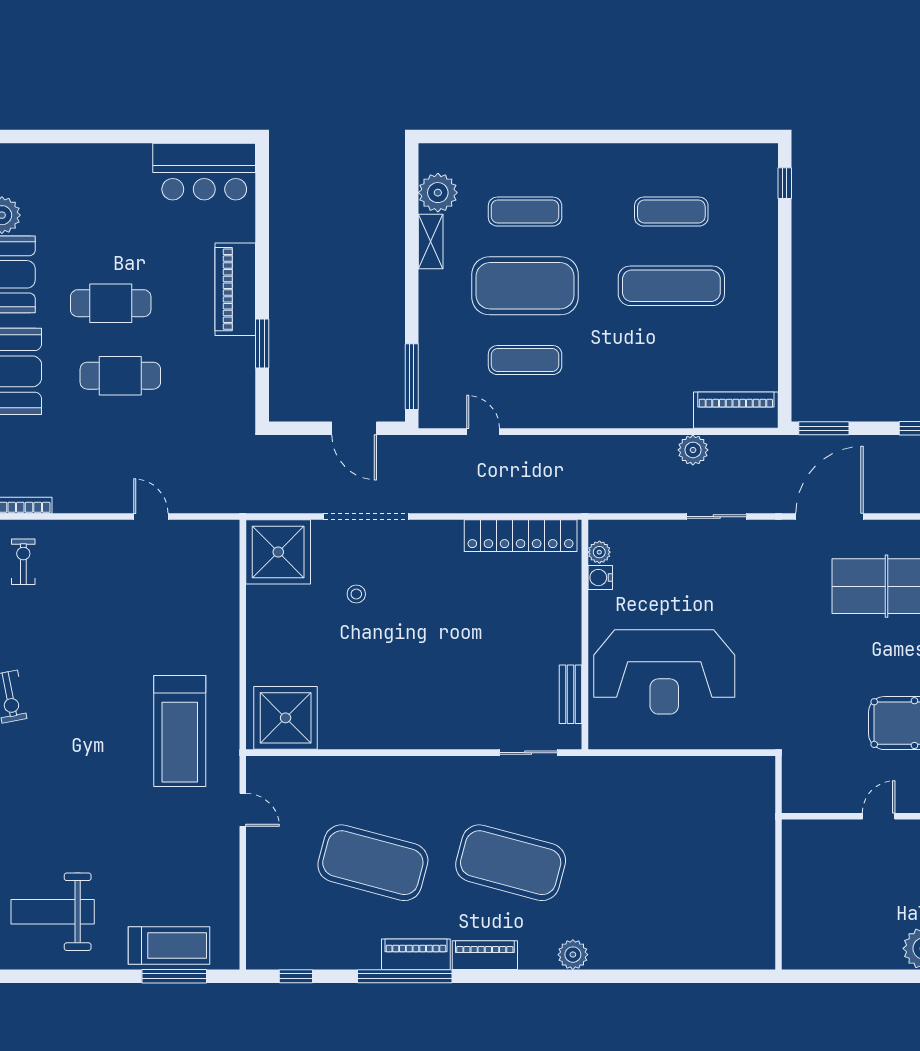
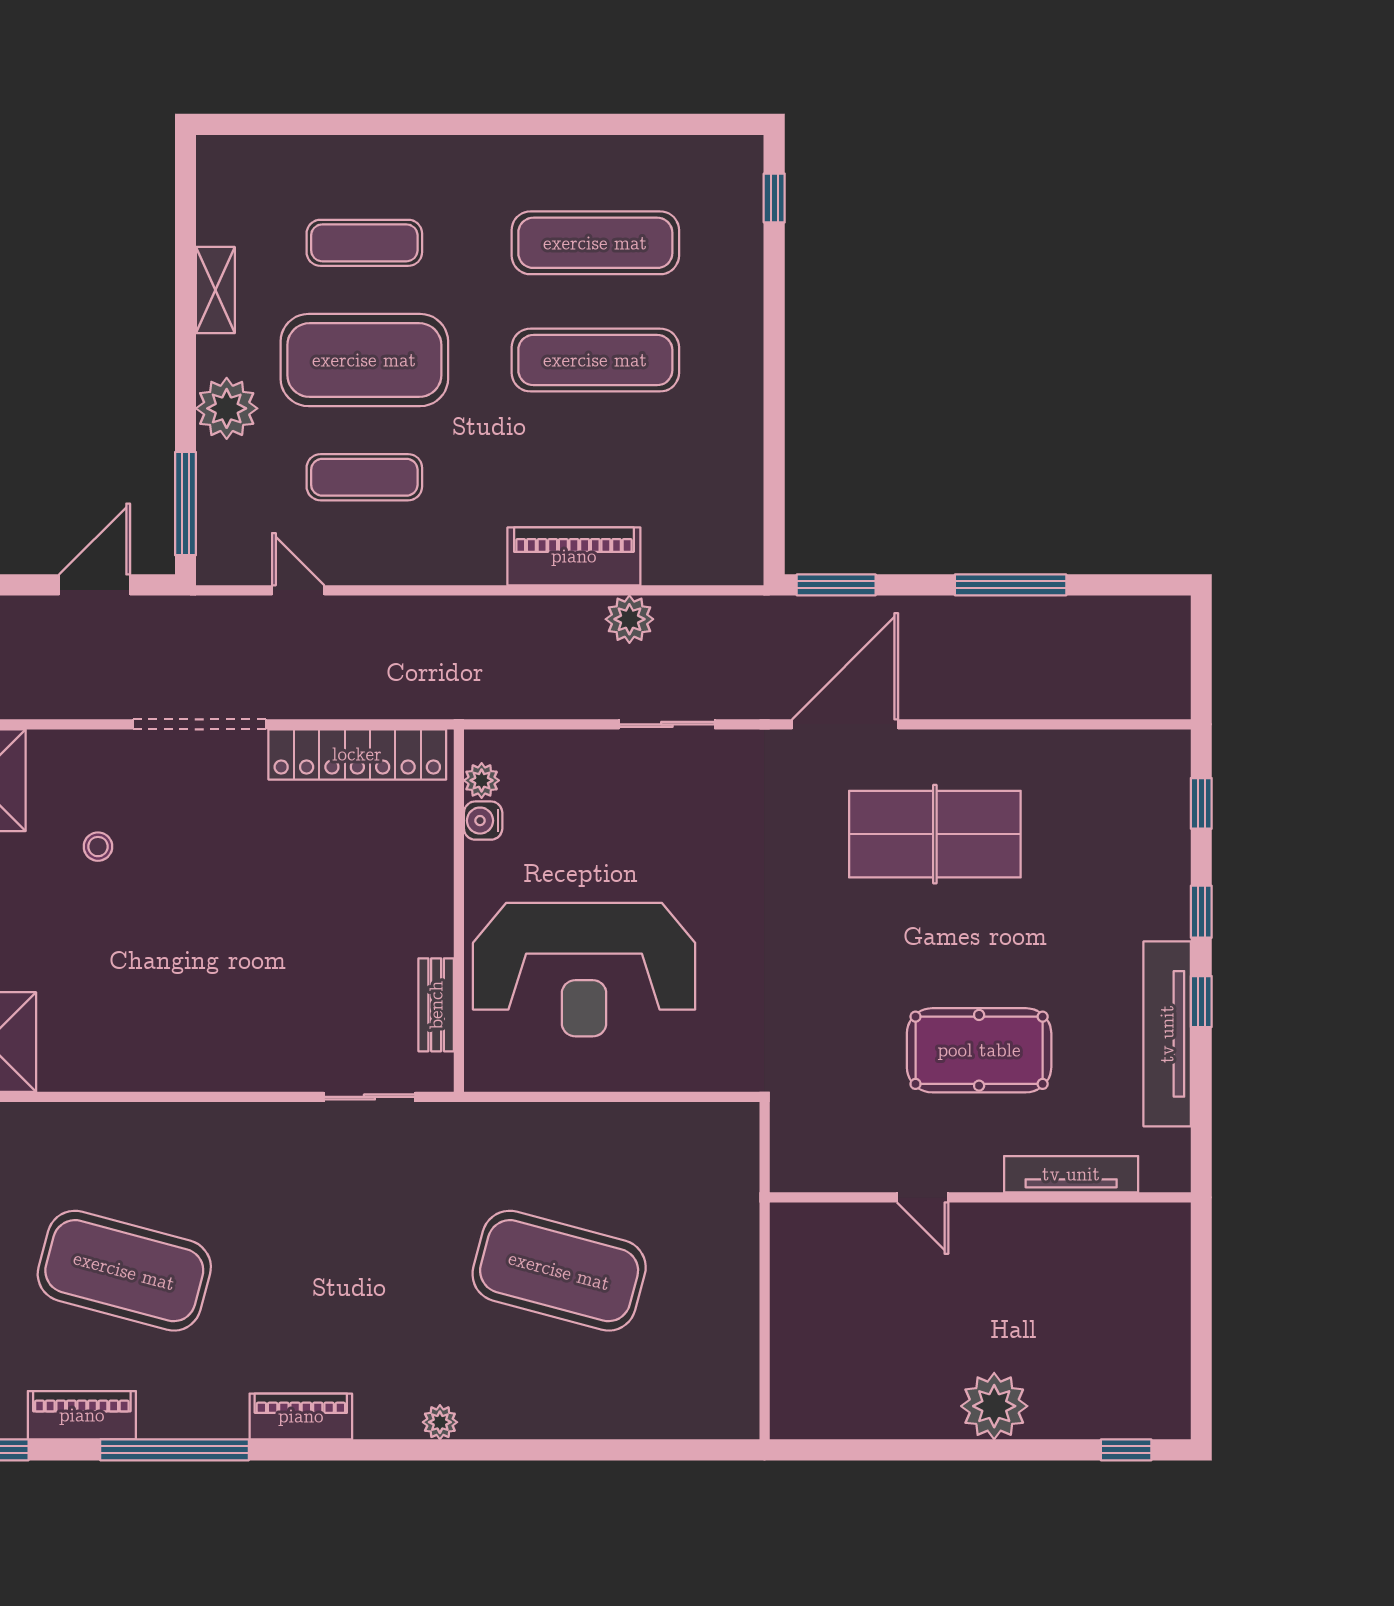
plant: (438, 193) -> (227, 408), moved
exercise mat: (671, 212) -> (595, 243), width x1.36, depth x1.45
piano: (736, 410) -> (574, 556), moved
door: (354, 428) -> (95, 585), swing flipped
doorway: (366, 517) -> (200, 724), moved
door: (879, 816) -> (923, 1197), swing flipped
exercise mat: (511, 863) -> (559, 1271), moved
piano: (416, 954) -> (82, 1415), moved
plant: (573, 955) -> (440, 1422), width x0.73, depth x0.73

